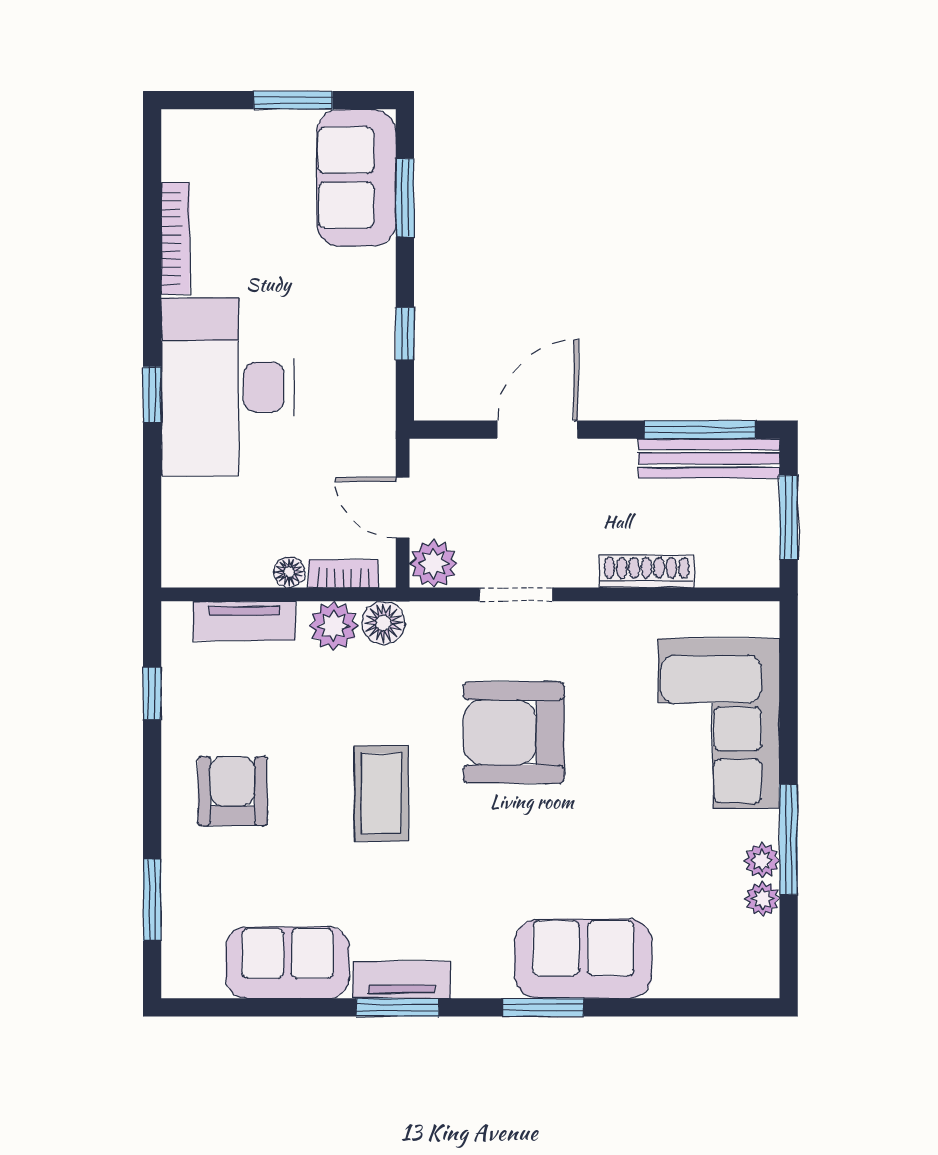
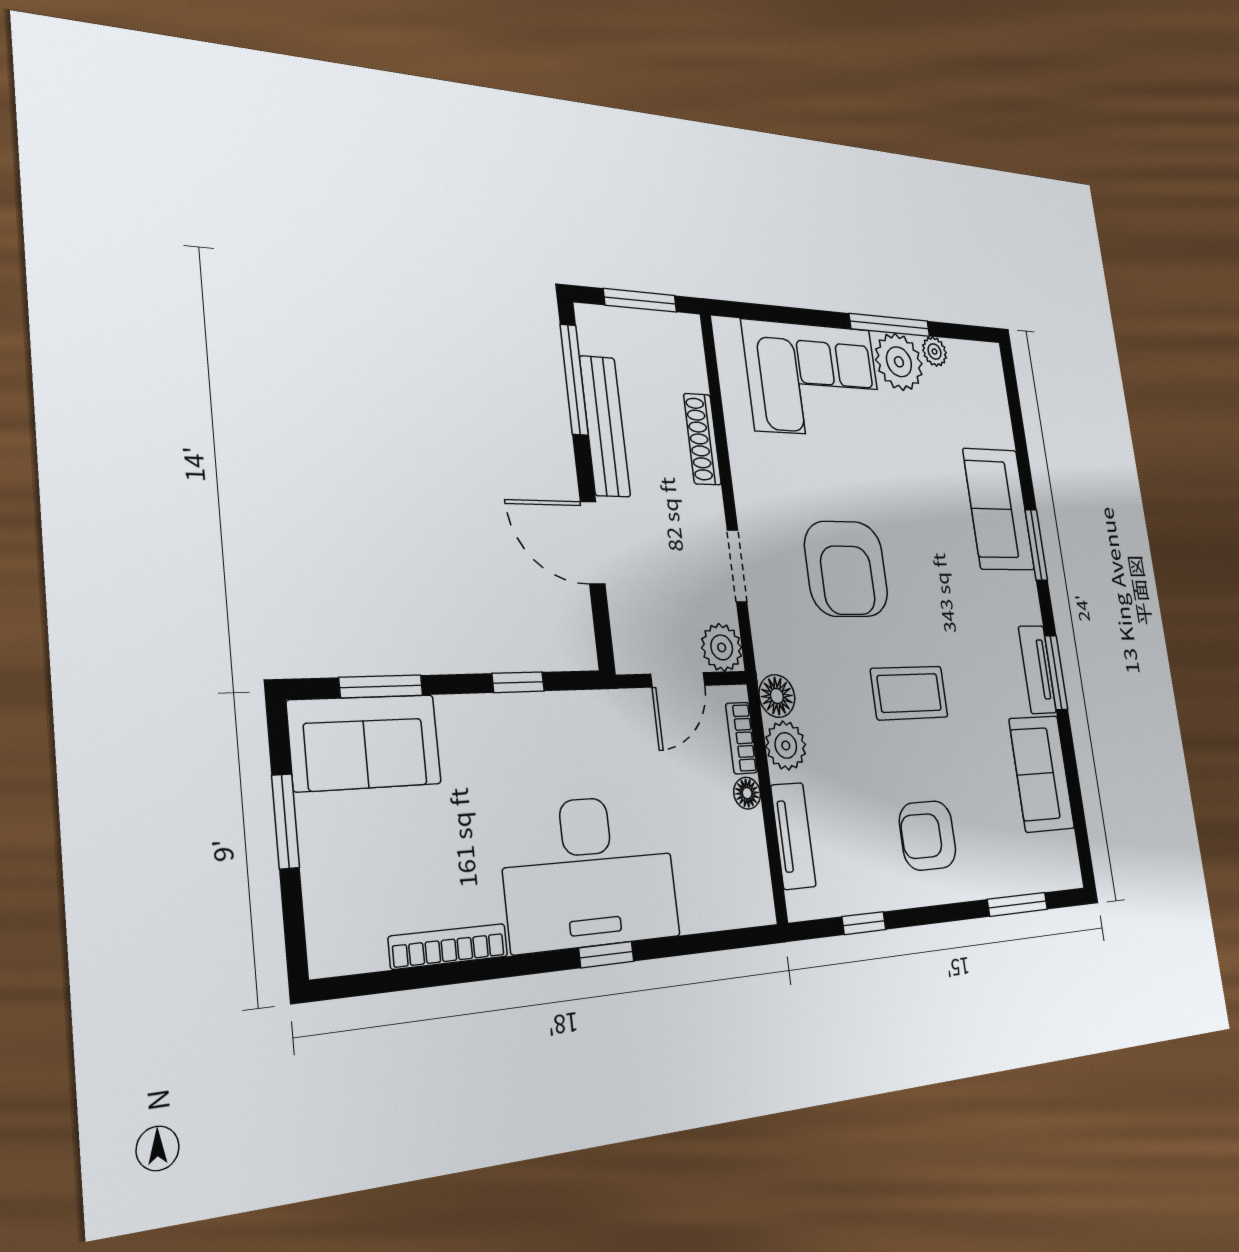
bench: (709, 458) -> (605, 426), moved
plant: (762, 860) -> (899, 362), width x1.87, depth x1.87

